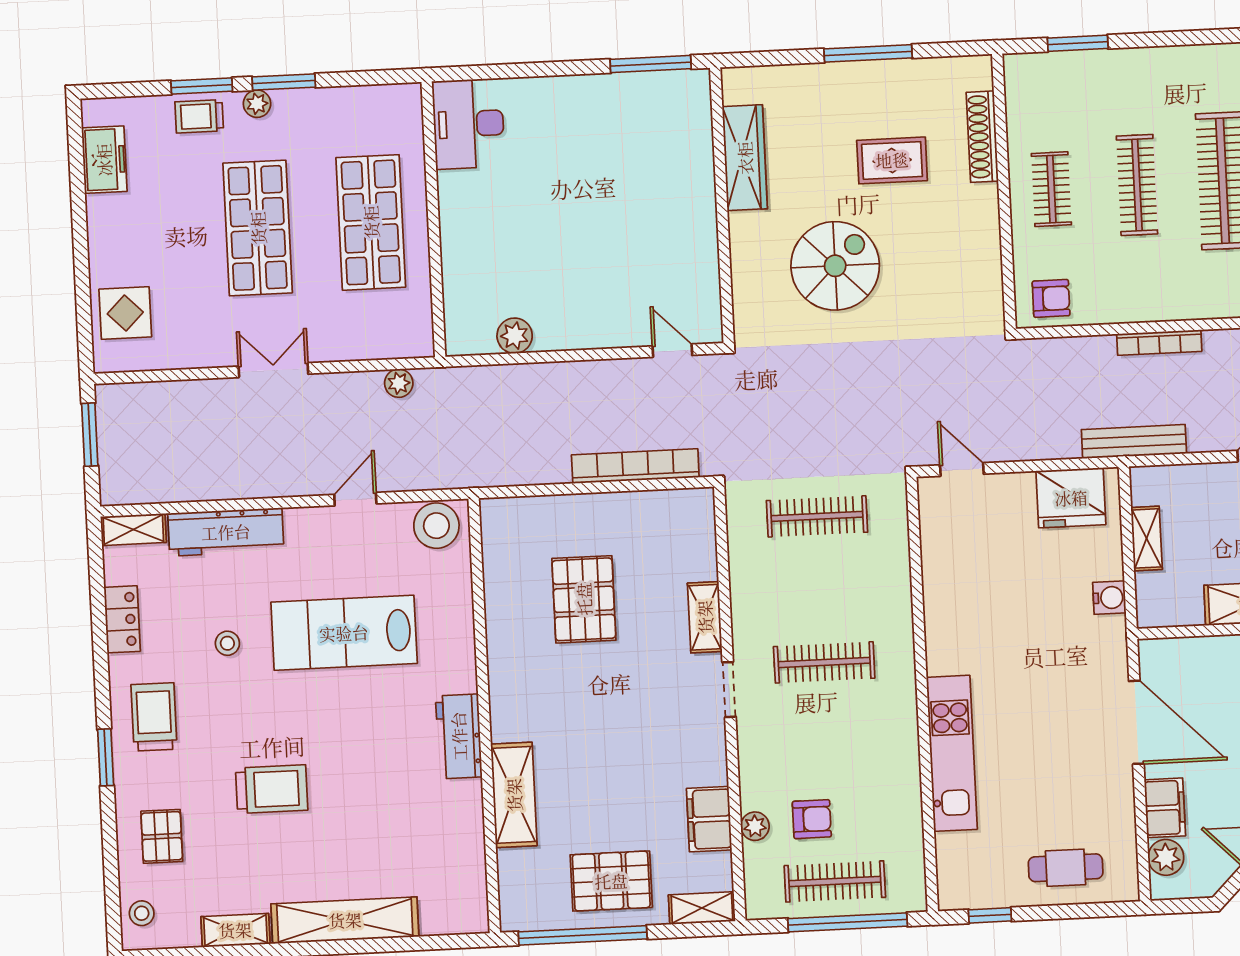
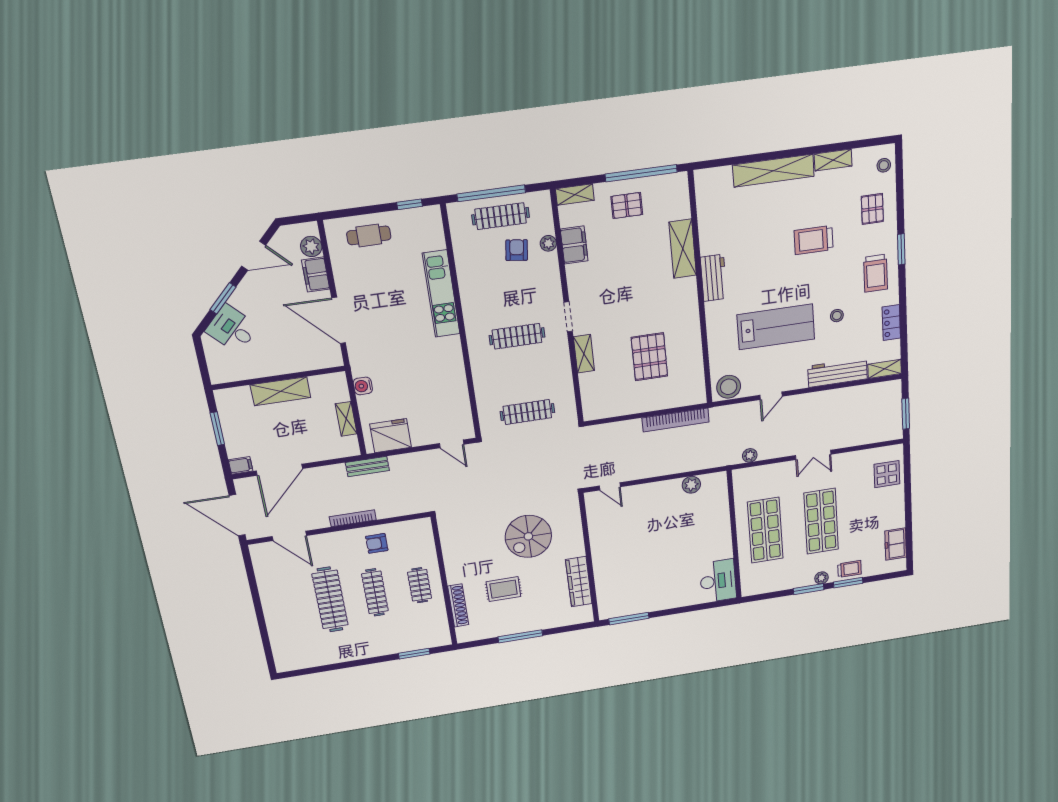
armchair: (1051, 298) -> (377, 543), moved
bench: (1134, 442) -> (367, 467), width x0.73
bookcase: (635, 466) -> (676, 420), moved
armchair: (812, 819) -> (517, 250), turned 97
pallet: (611, 881) -> (627, 205), width x0.67, depth x0.71

